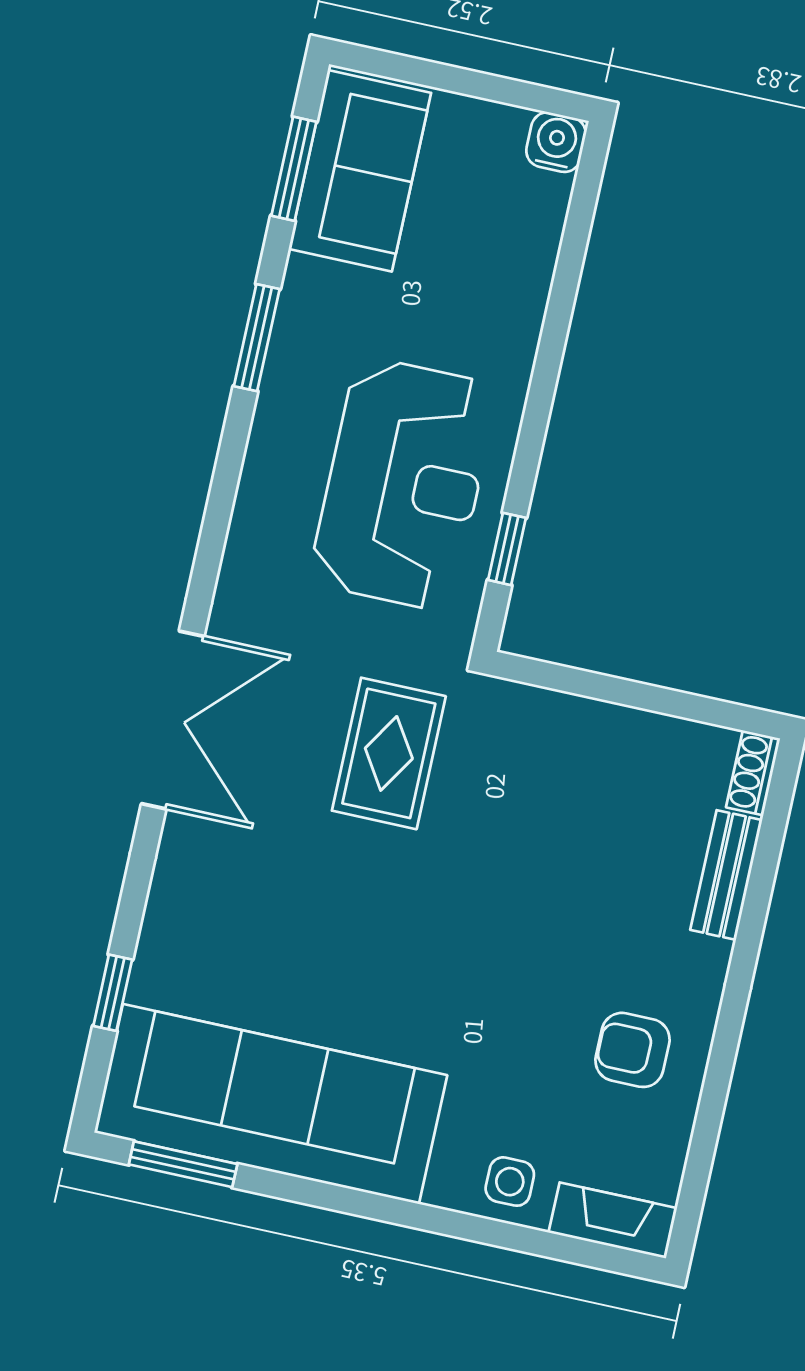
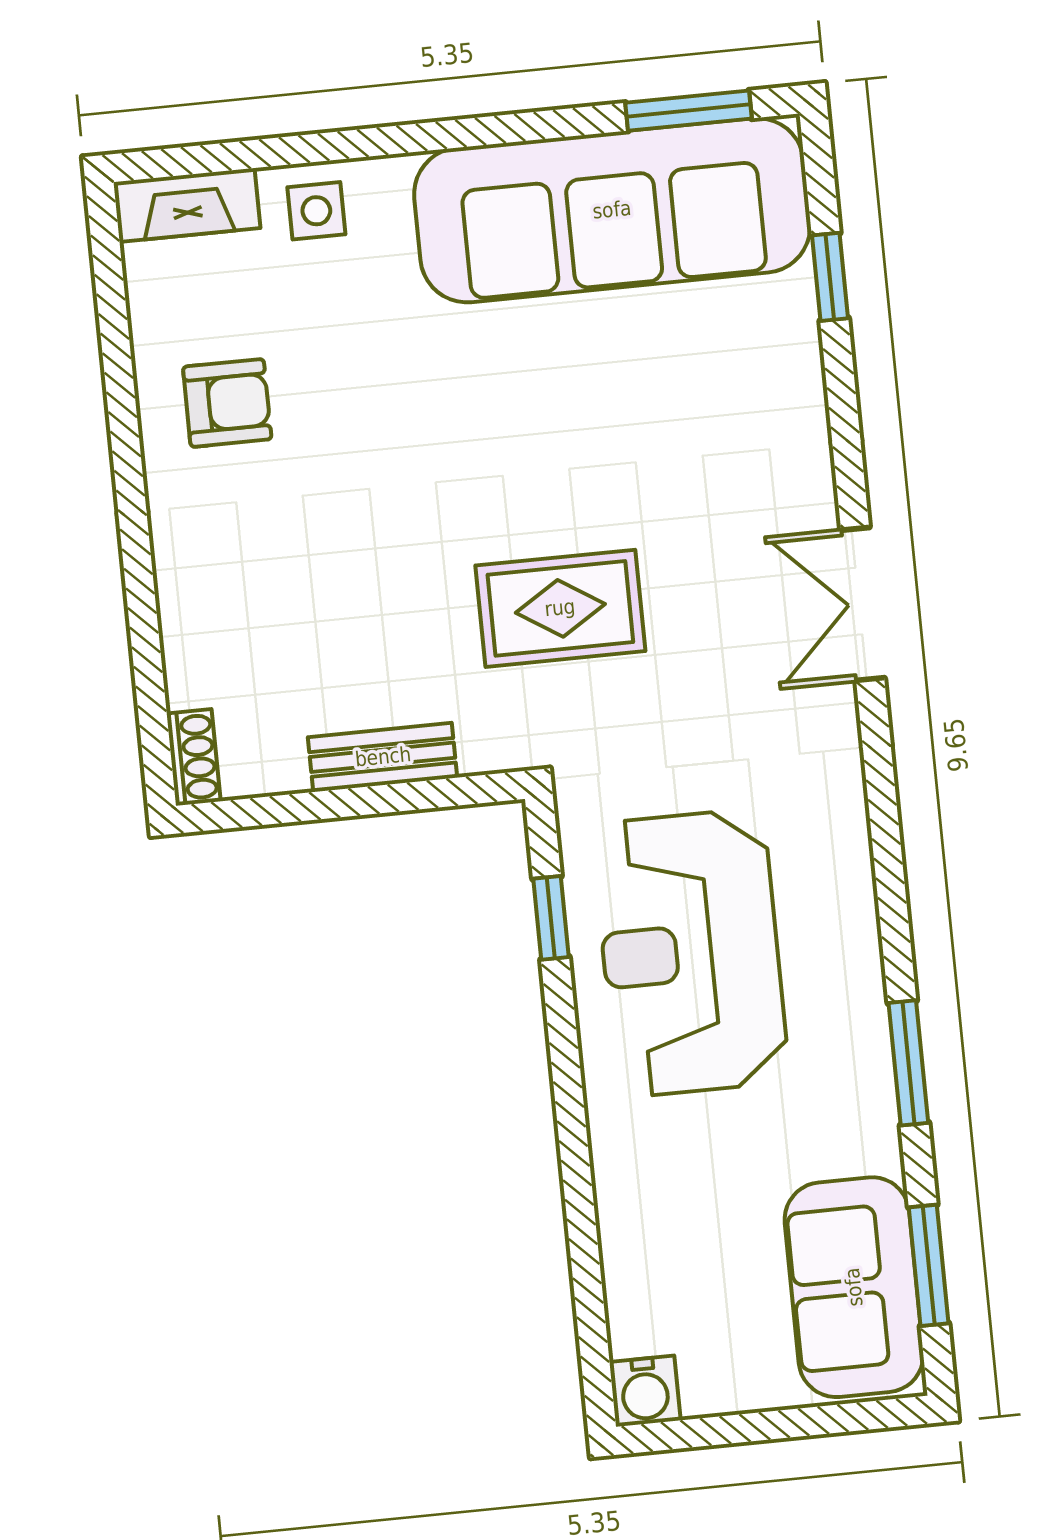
double door: (173, 720) -> (863, 604), width x0.73
rug: (389, 753) -> (560, 608), moved, turned 90
bench: (726, 875) -> (383, 757), moved, turned 90

